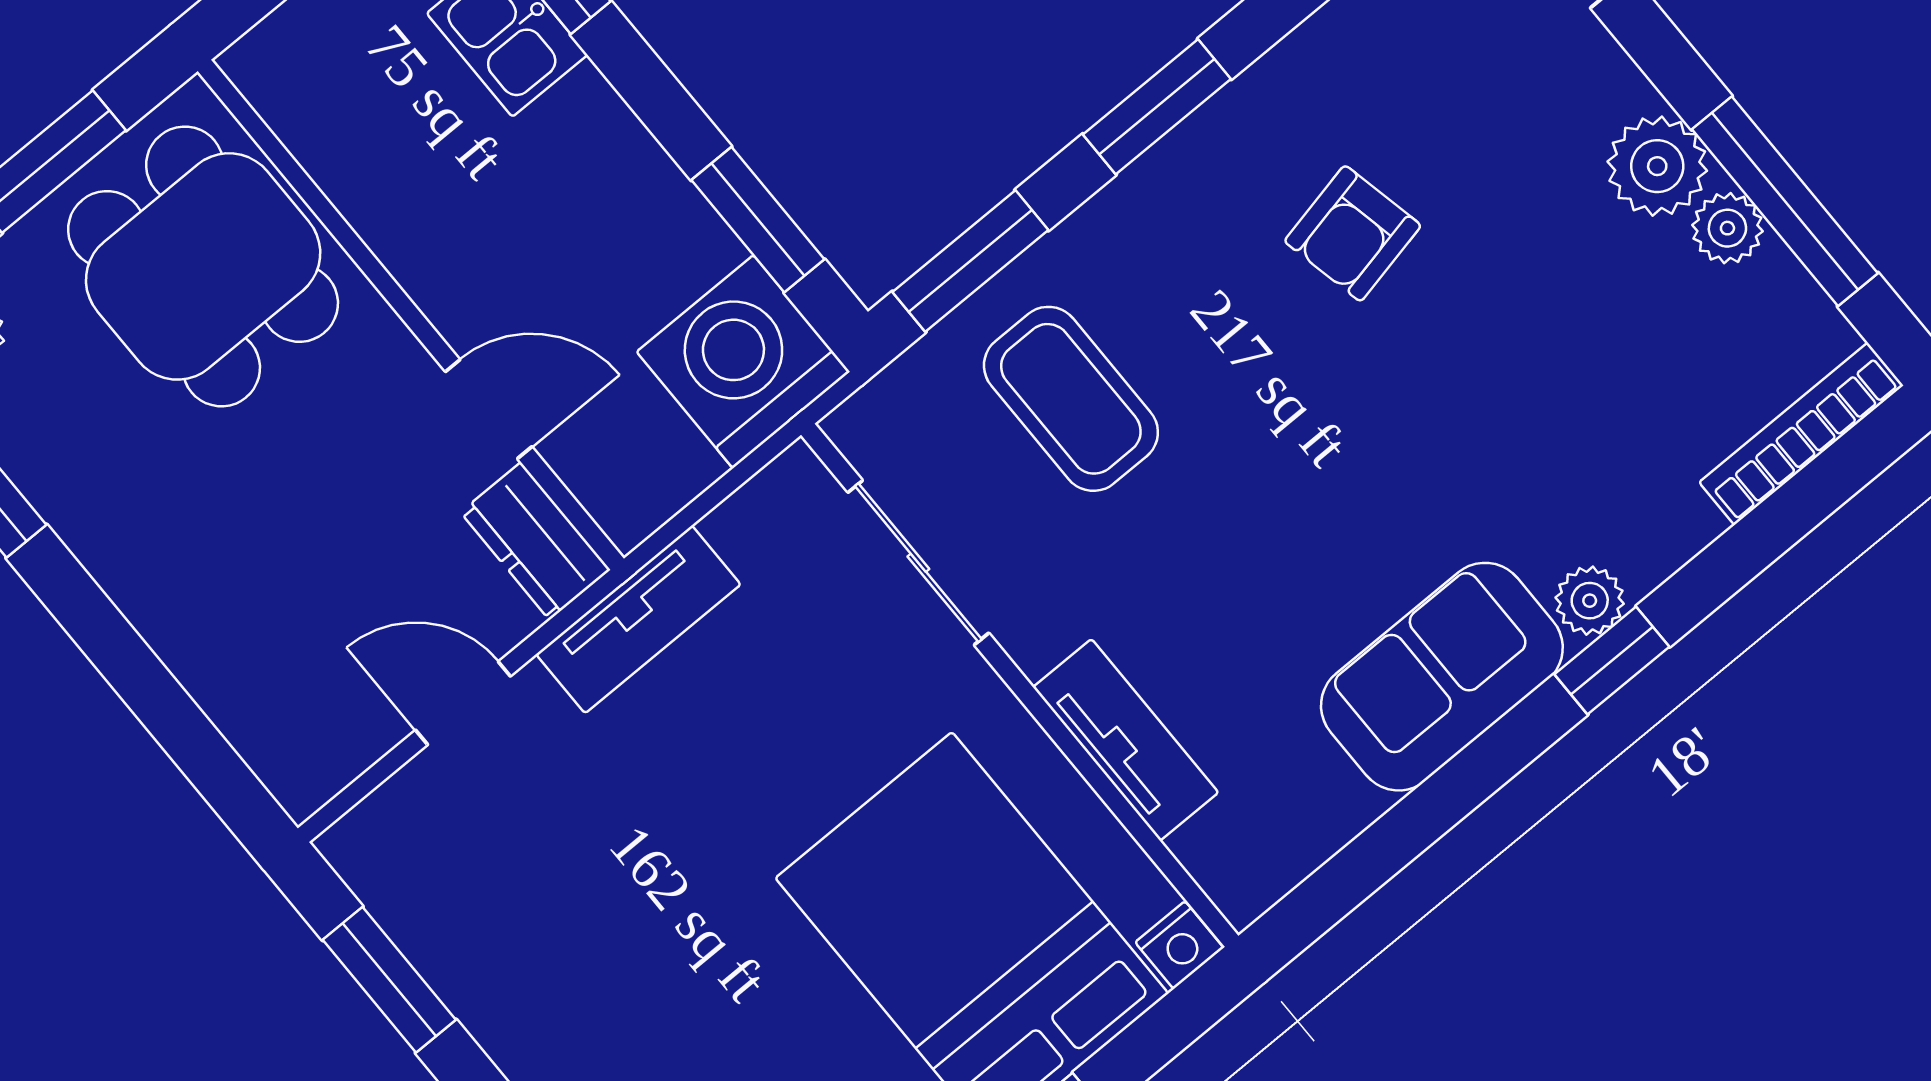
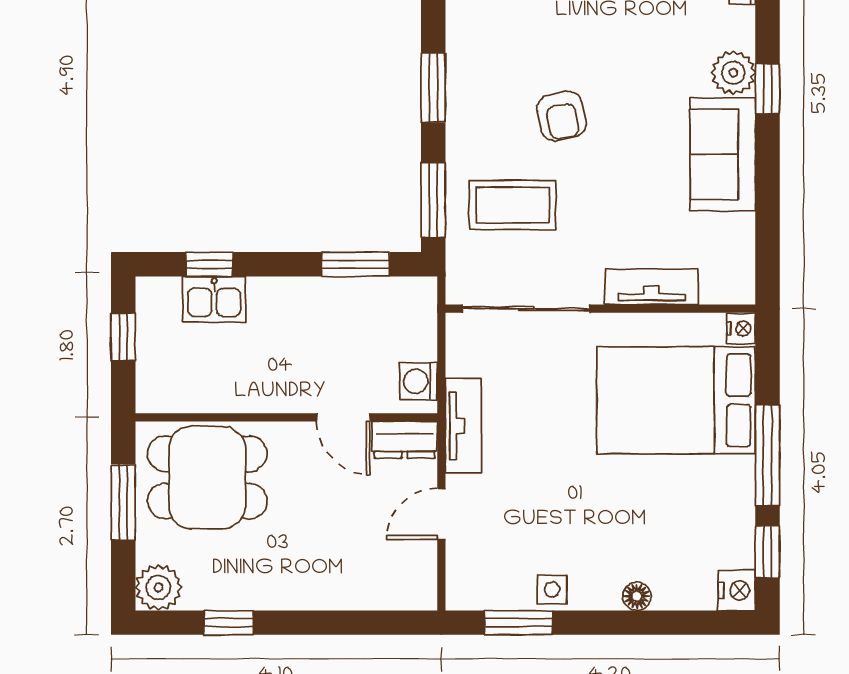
armchair: (1353, 233) -> (562, 116), moved
washing machine: (743, 362) -> (419, 381), moved, width x0.53, depth x0.53
door: (489, 409) -> (343, 417), swing flipped
sliding door: (918, 563) -> (526, 309), width x1.37
plant: (1590, 601) -> (733, 73), width x1.38, depth x1.38
side table: (490, 989) -> (552, 589), added

